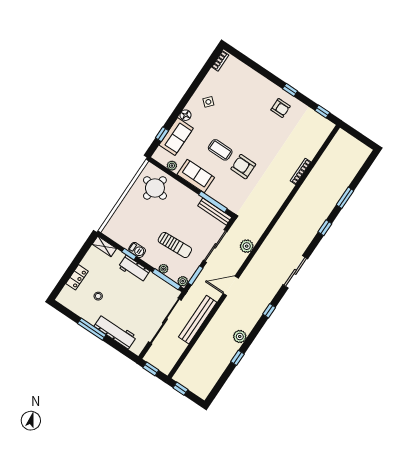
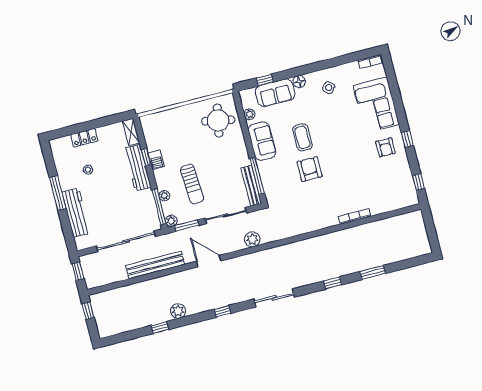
corner sofa: (250, 86) -> (376, 105), added
workbench: (134, 269) -> (138, 168), width x1.38

